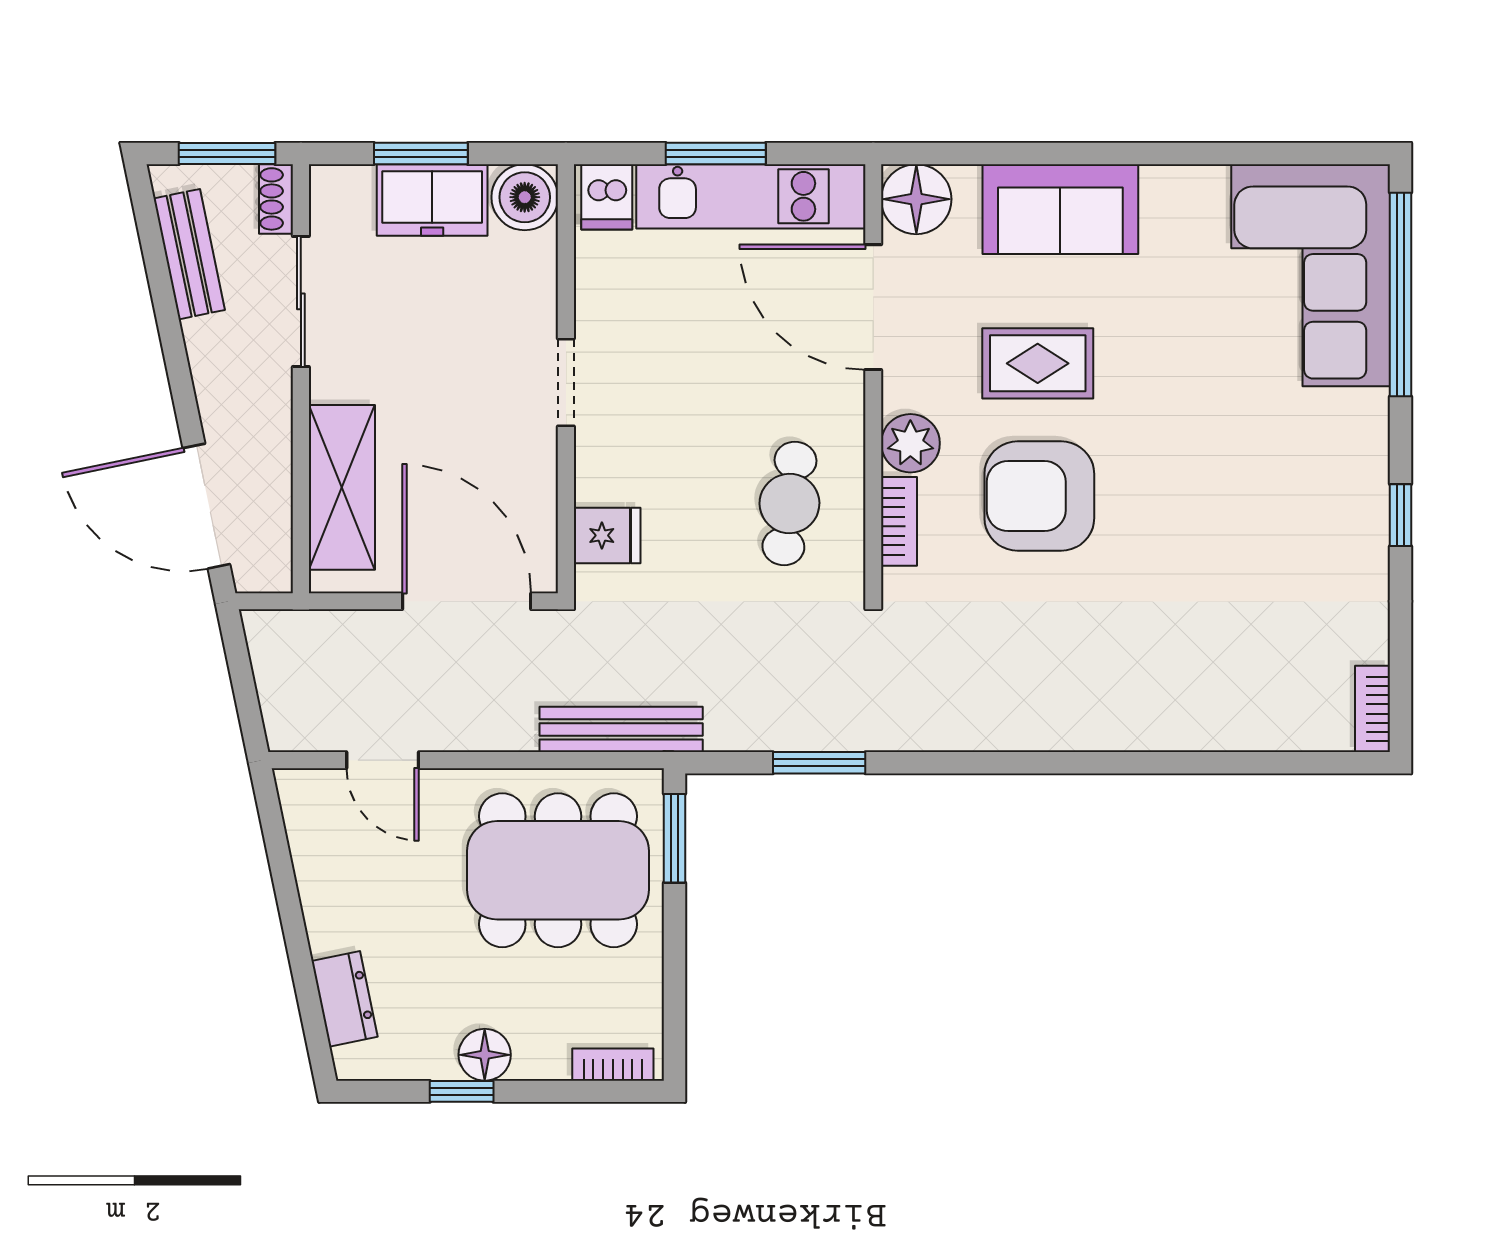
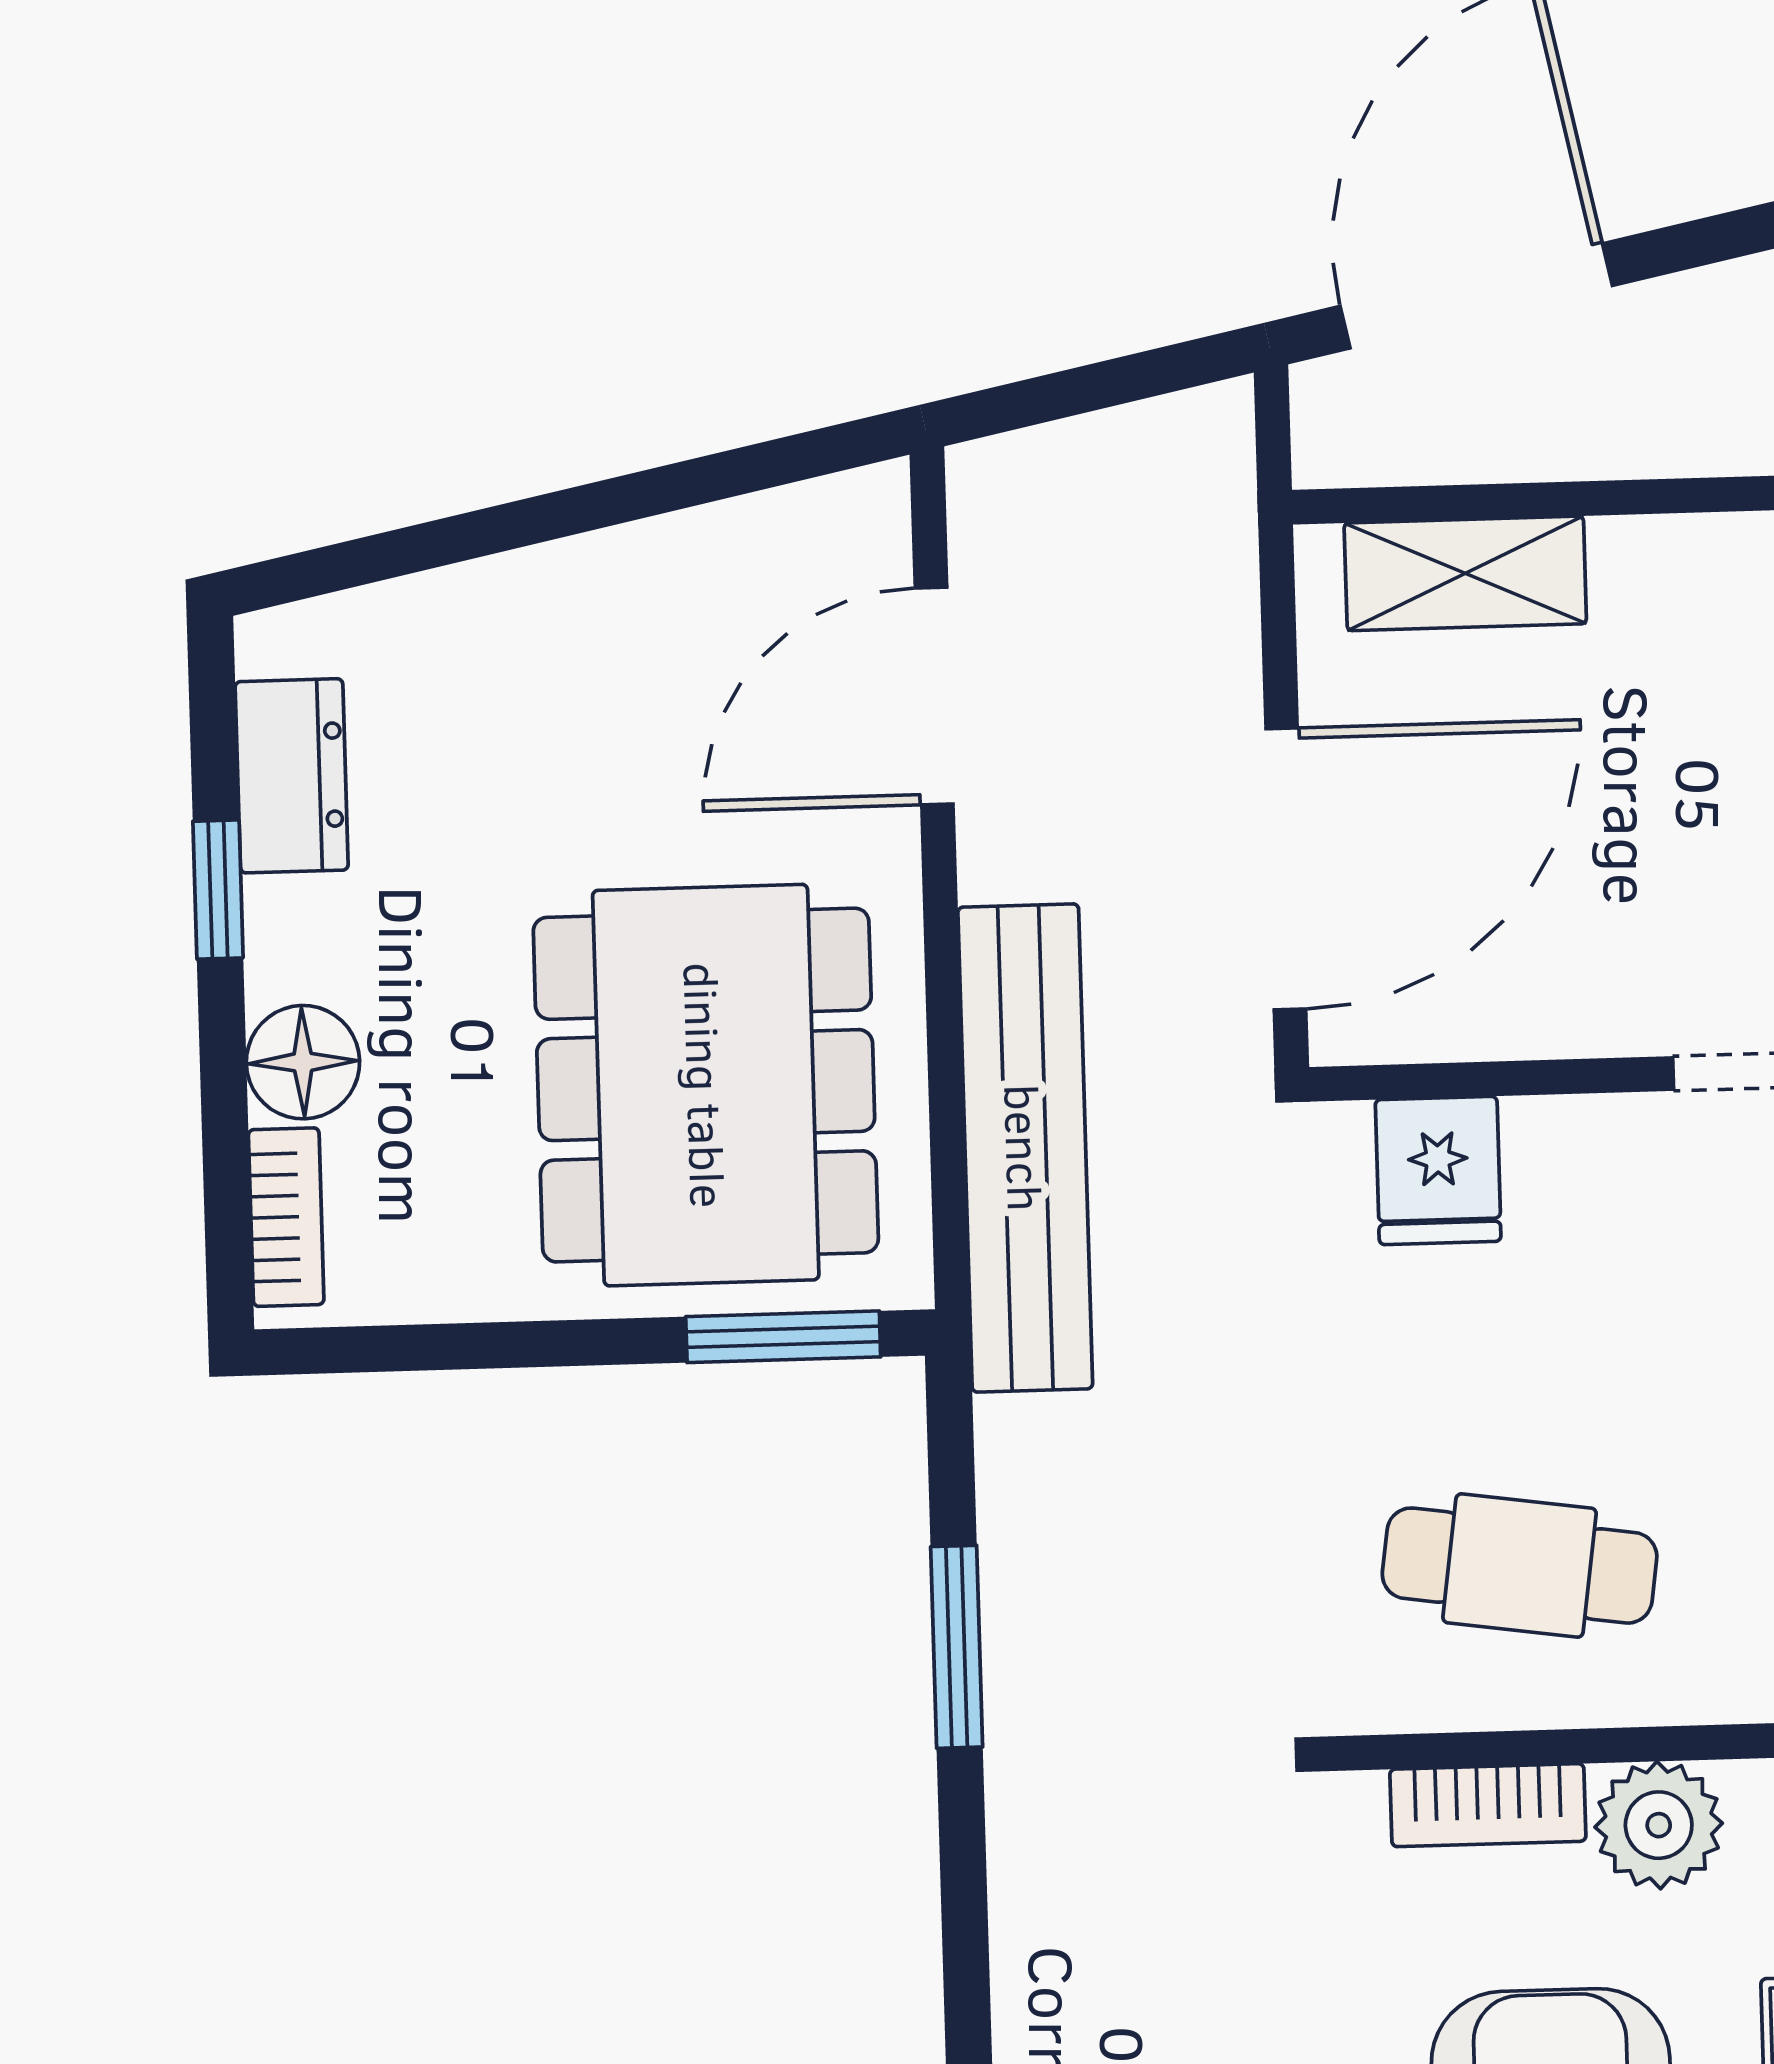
shelving: (342, 487) -> (1465, 573), width x0.67, depth x0.75
bench: (621, 729) -> (1025, 1148), width x1.37, depth x1.21
door: (383, 760) -> (934, 696), width x1.38
dresser: (345, 999) -> (292, 776), moved, turned -78
floor lamp: (485, 1055) -> (303, 1062), moved

